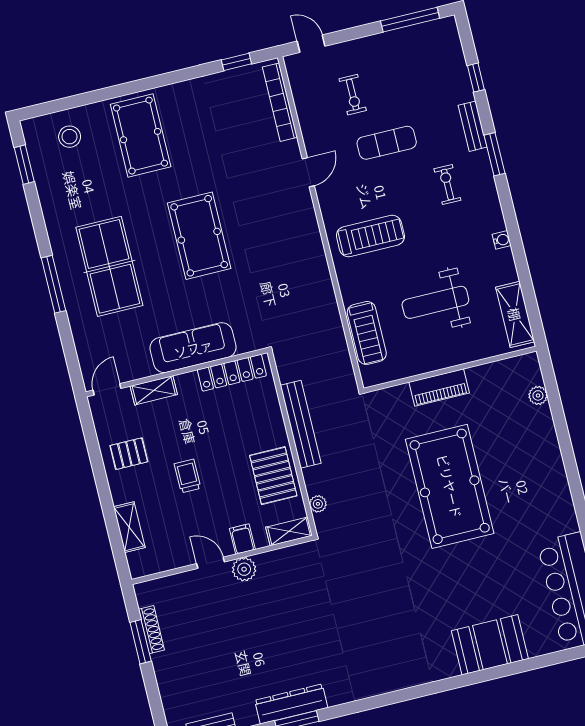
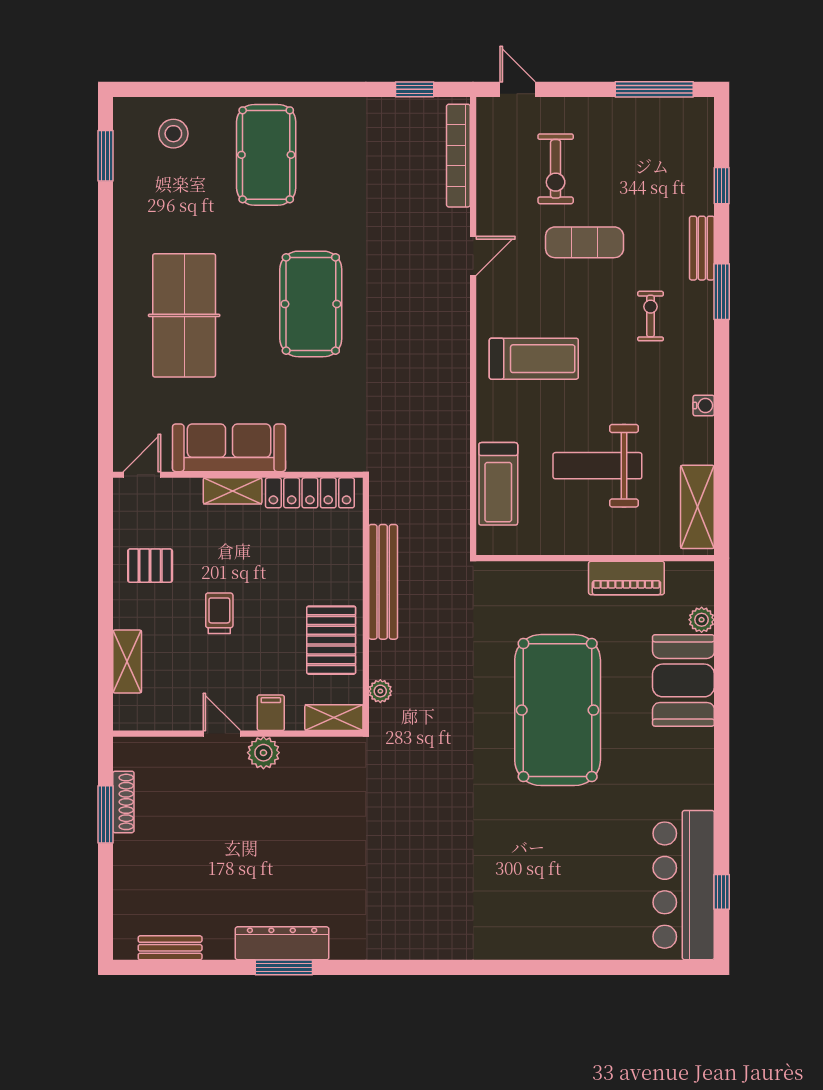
exercise bike: (353, 95) -> (556, 169), width x1.38, depth x1.39
window: (53, 284) -> (105, 321), removed
sofa: (193, 348) -> (229, 448), moved
piano: (439, 388) -> (626, 578), moved
shelving: (154, 390) -> (233, 491), moved
booth: (490, 645) -> (683, 680), moved, turned 90

